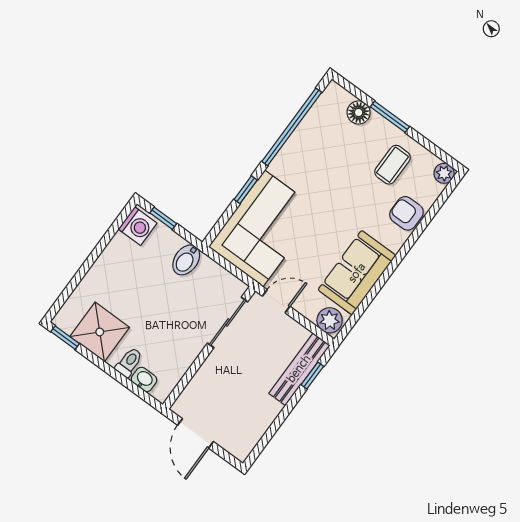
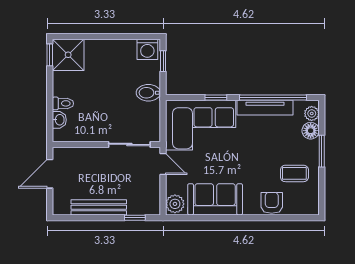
tv unit: (296, 144) -> (265, 108), added
plant: (444, 173) -> (312, 113), moved
shower: (100, 332) -> (68, 55), moved
bench: (299, 369) -> (99, 207), moved

